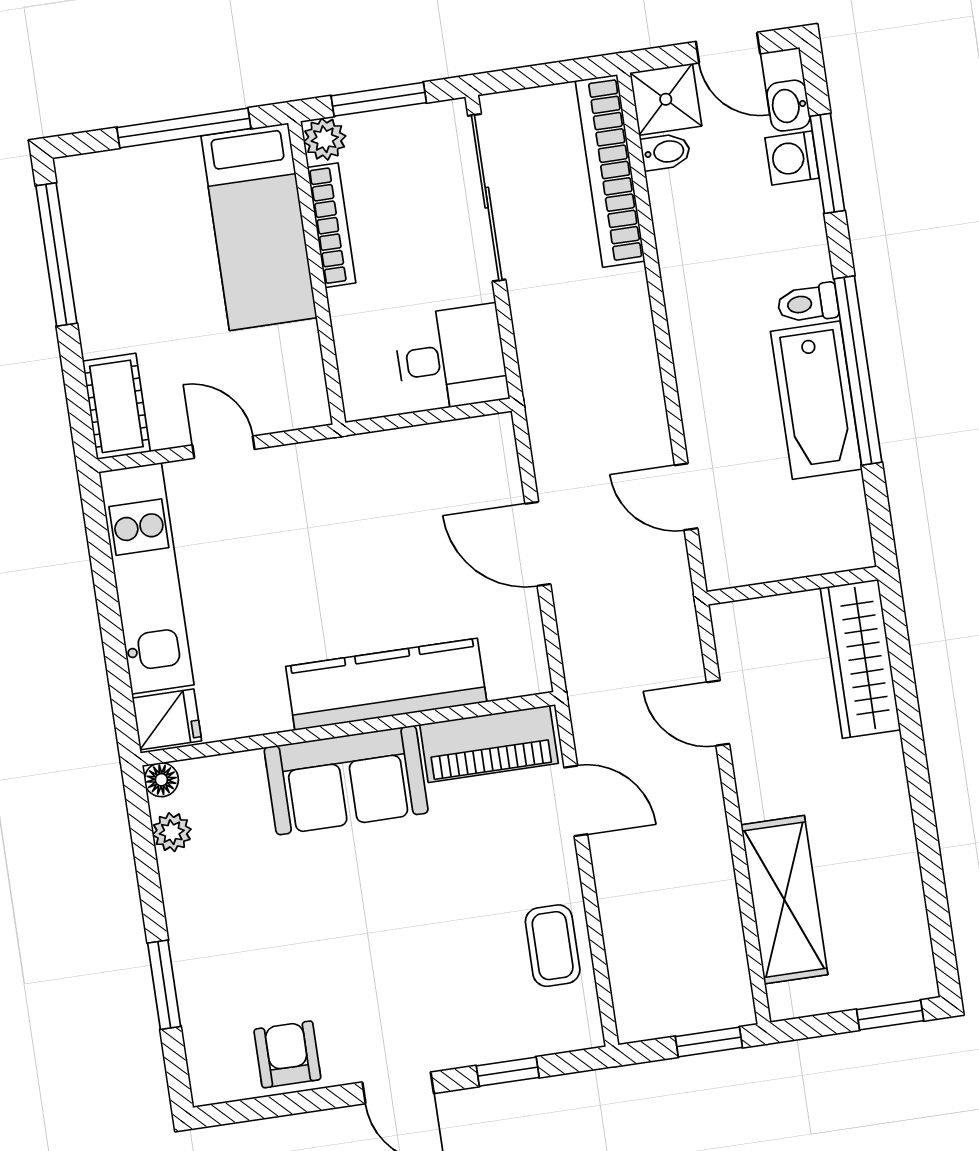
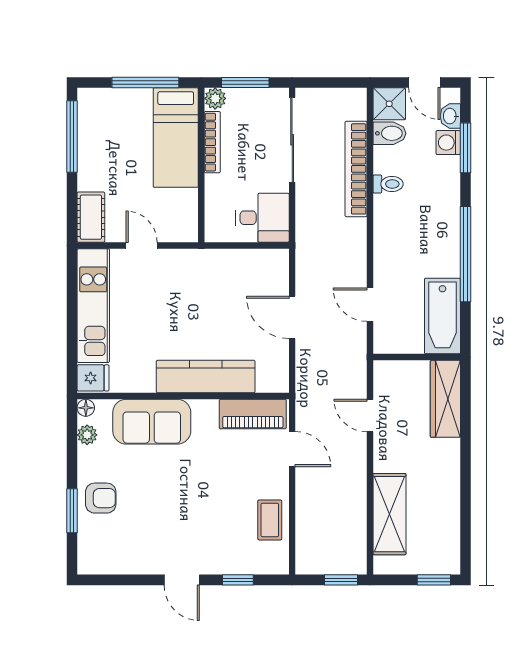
bidet: (665, 152) -> (390, 133), width x1.38, depth x1.36
bookcase: (610, 171) -> (356, 169), moved
toilet: (808, 303) -> (388, 184), moved, turned 180
bathtub: (816, 400) -> (442, 316), moved
sofa: (346, 780) -> (152, 422), moved
armchair: (287, 1054) -> (101, 498), moved, turned 90

